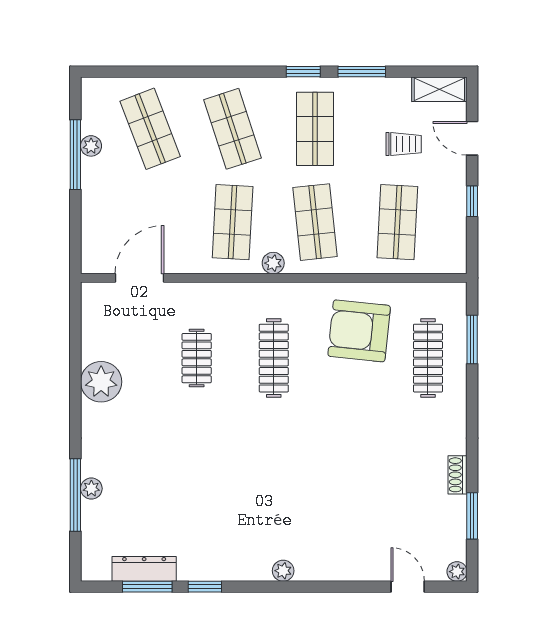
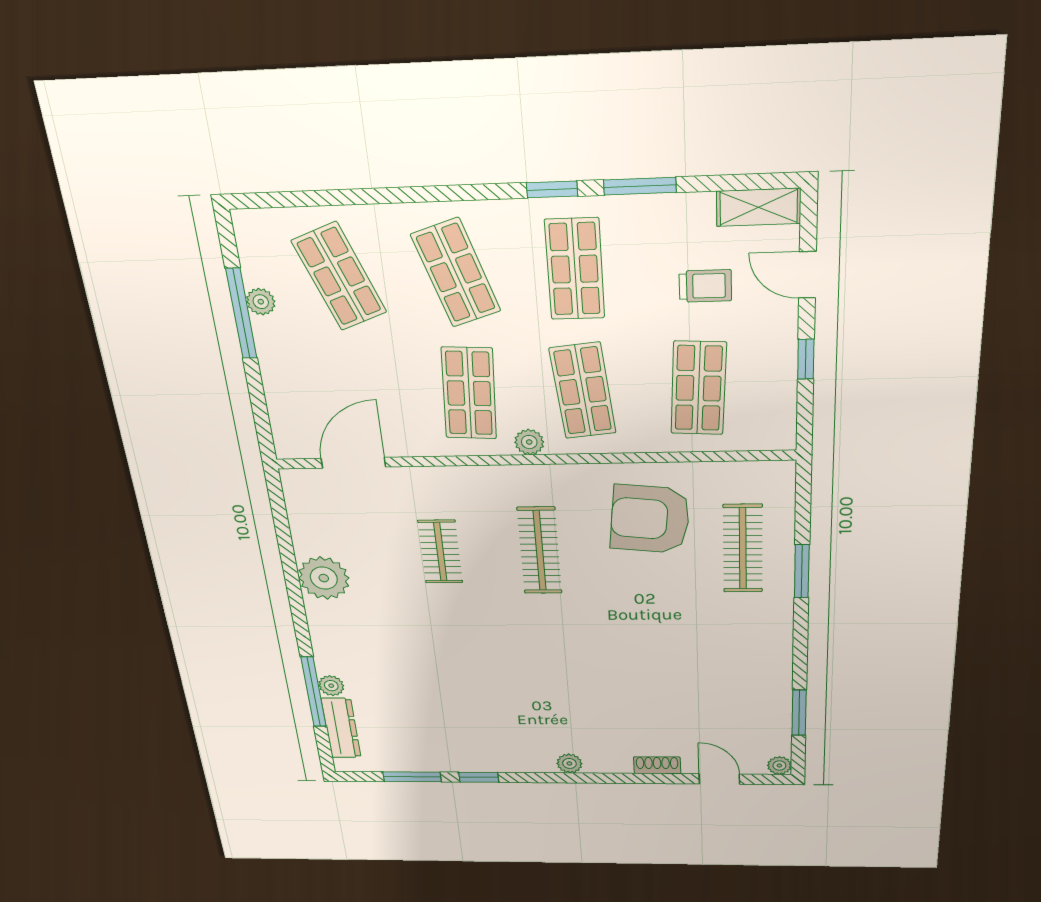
window: (472, 340) -> (802, 571), moved
shoe rack: (458, 475) -> (657, 765), moved, turned 90
dresser: (144, 569) -> (341, 728), moved, turned 90

